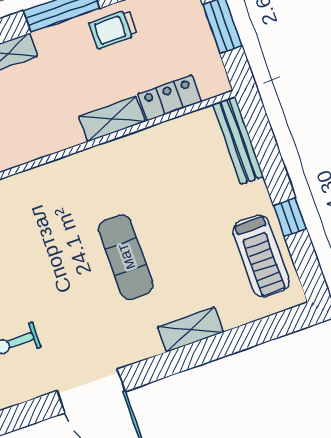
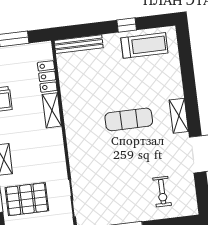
shelving: (190, 330) -> (179, 116), moved

